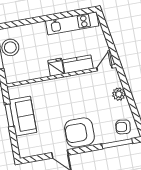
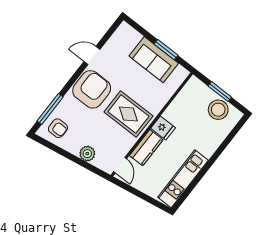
rug: (70, 96) -> (128, 114), added
armchair: (123, 127) -> (58, 128), turned 83

